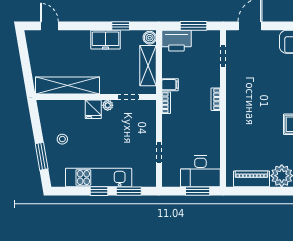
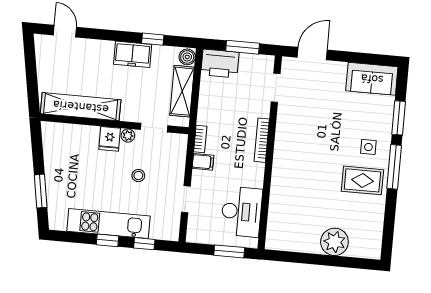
filing cabinet: (170, 85) -> (203, 162), moved
bookcase: (216, 99) -> (262, 140), width x1.56
stool: (62, 139) -> (138, 176), moved
desk: (200, 171) -> (242, 212), moved, turned -90
piano: (252, 179) -> (297, 242), removed
window: (129, 191) -> (144, 244), width x0.67

